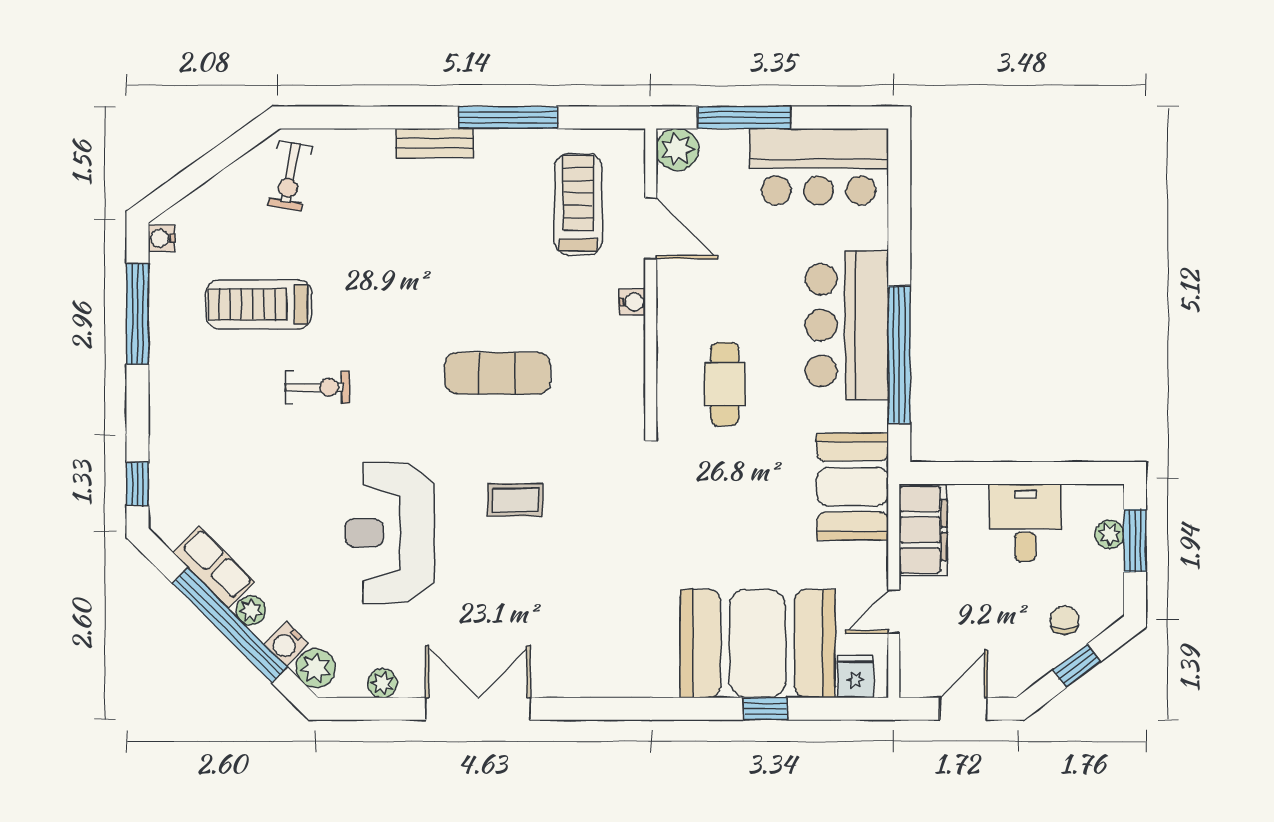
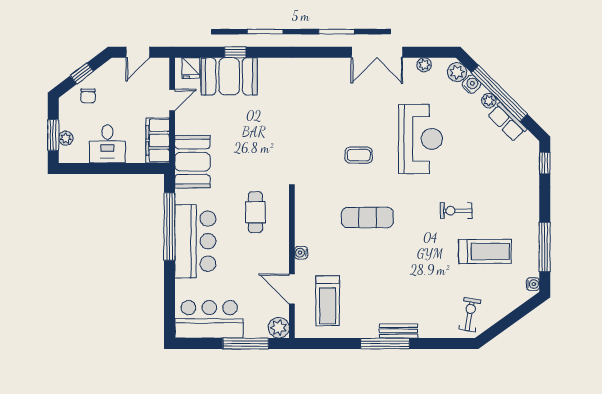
window: (508, 118) -> (385, 344), moved
booth: (758, 644) -> (229, 76), width x0.73, depth x0.70

